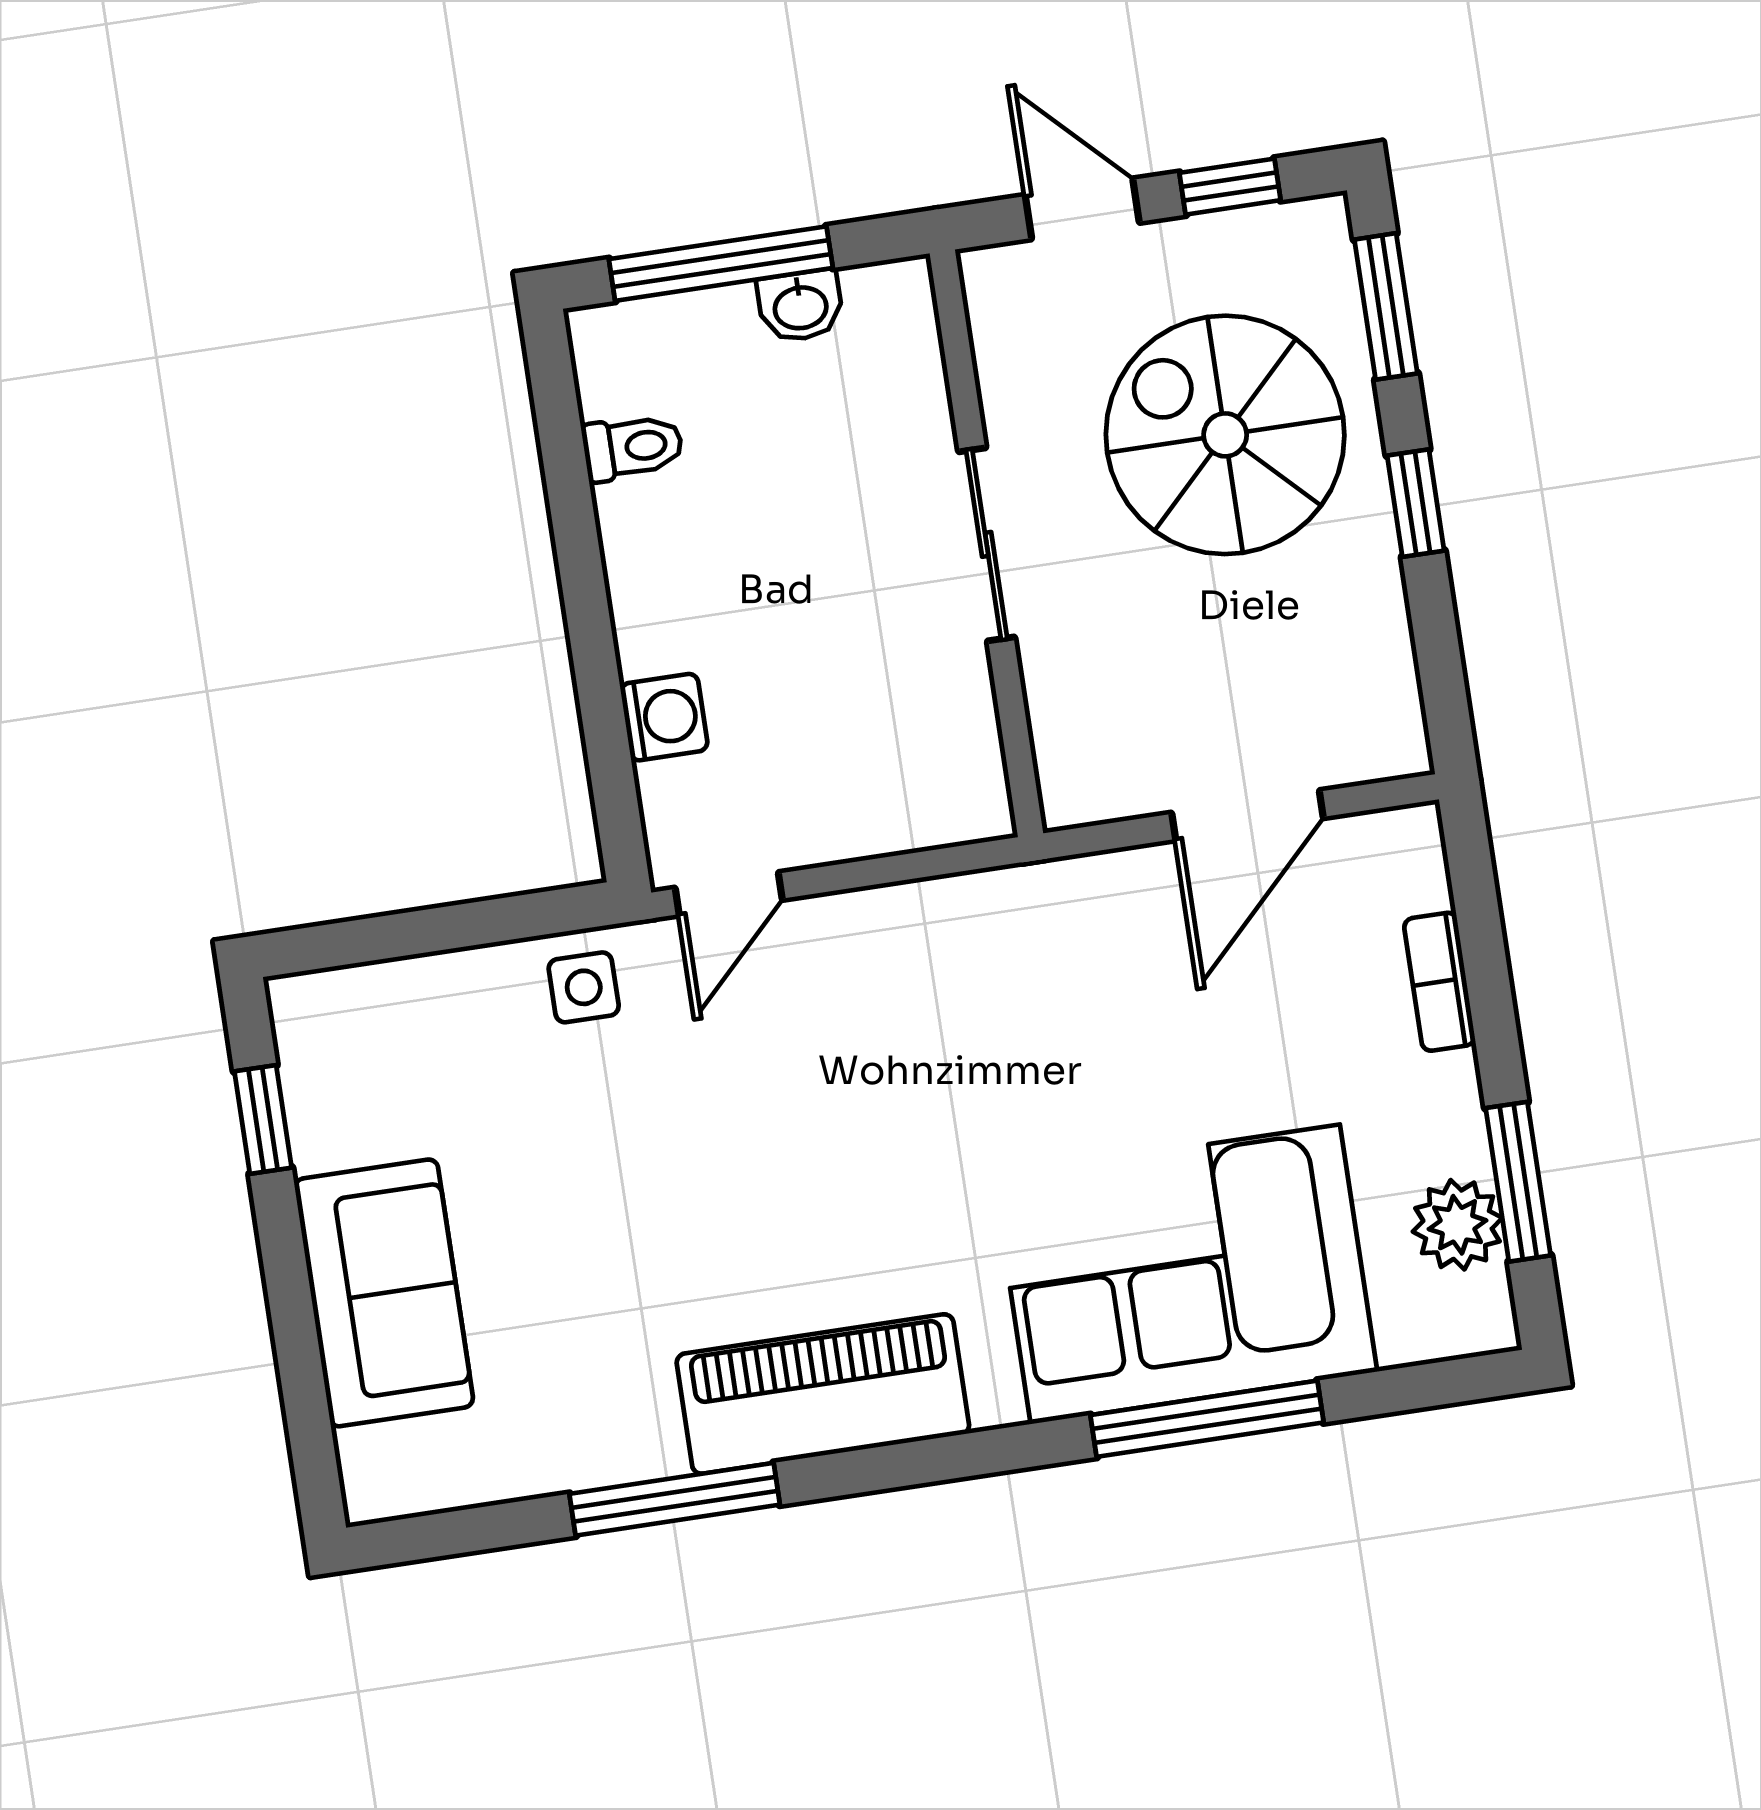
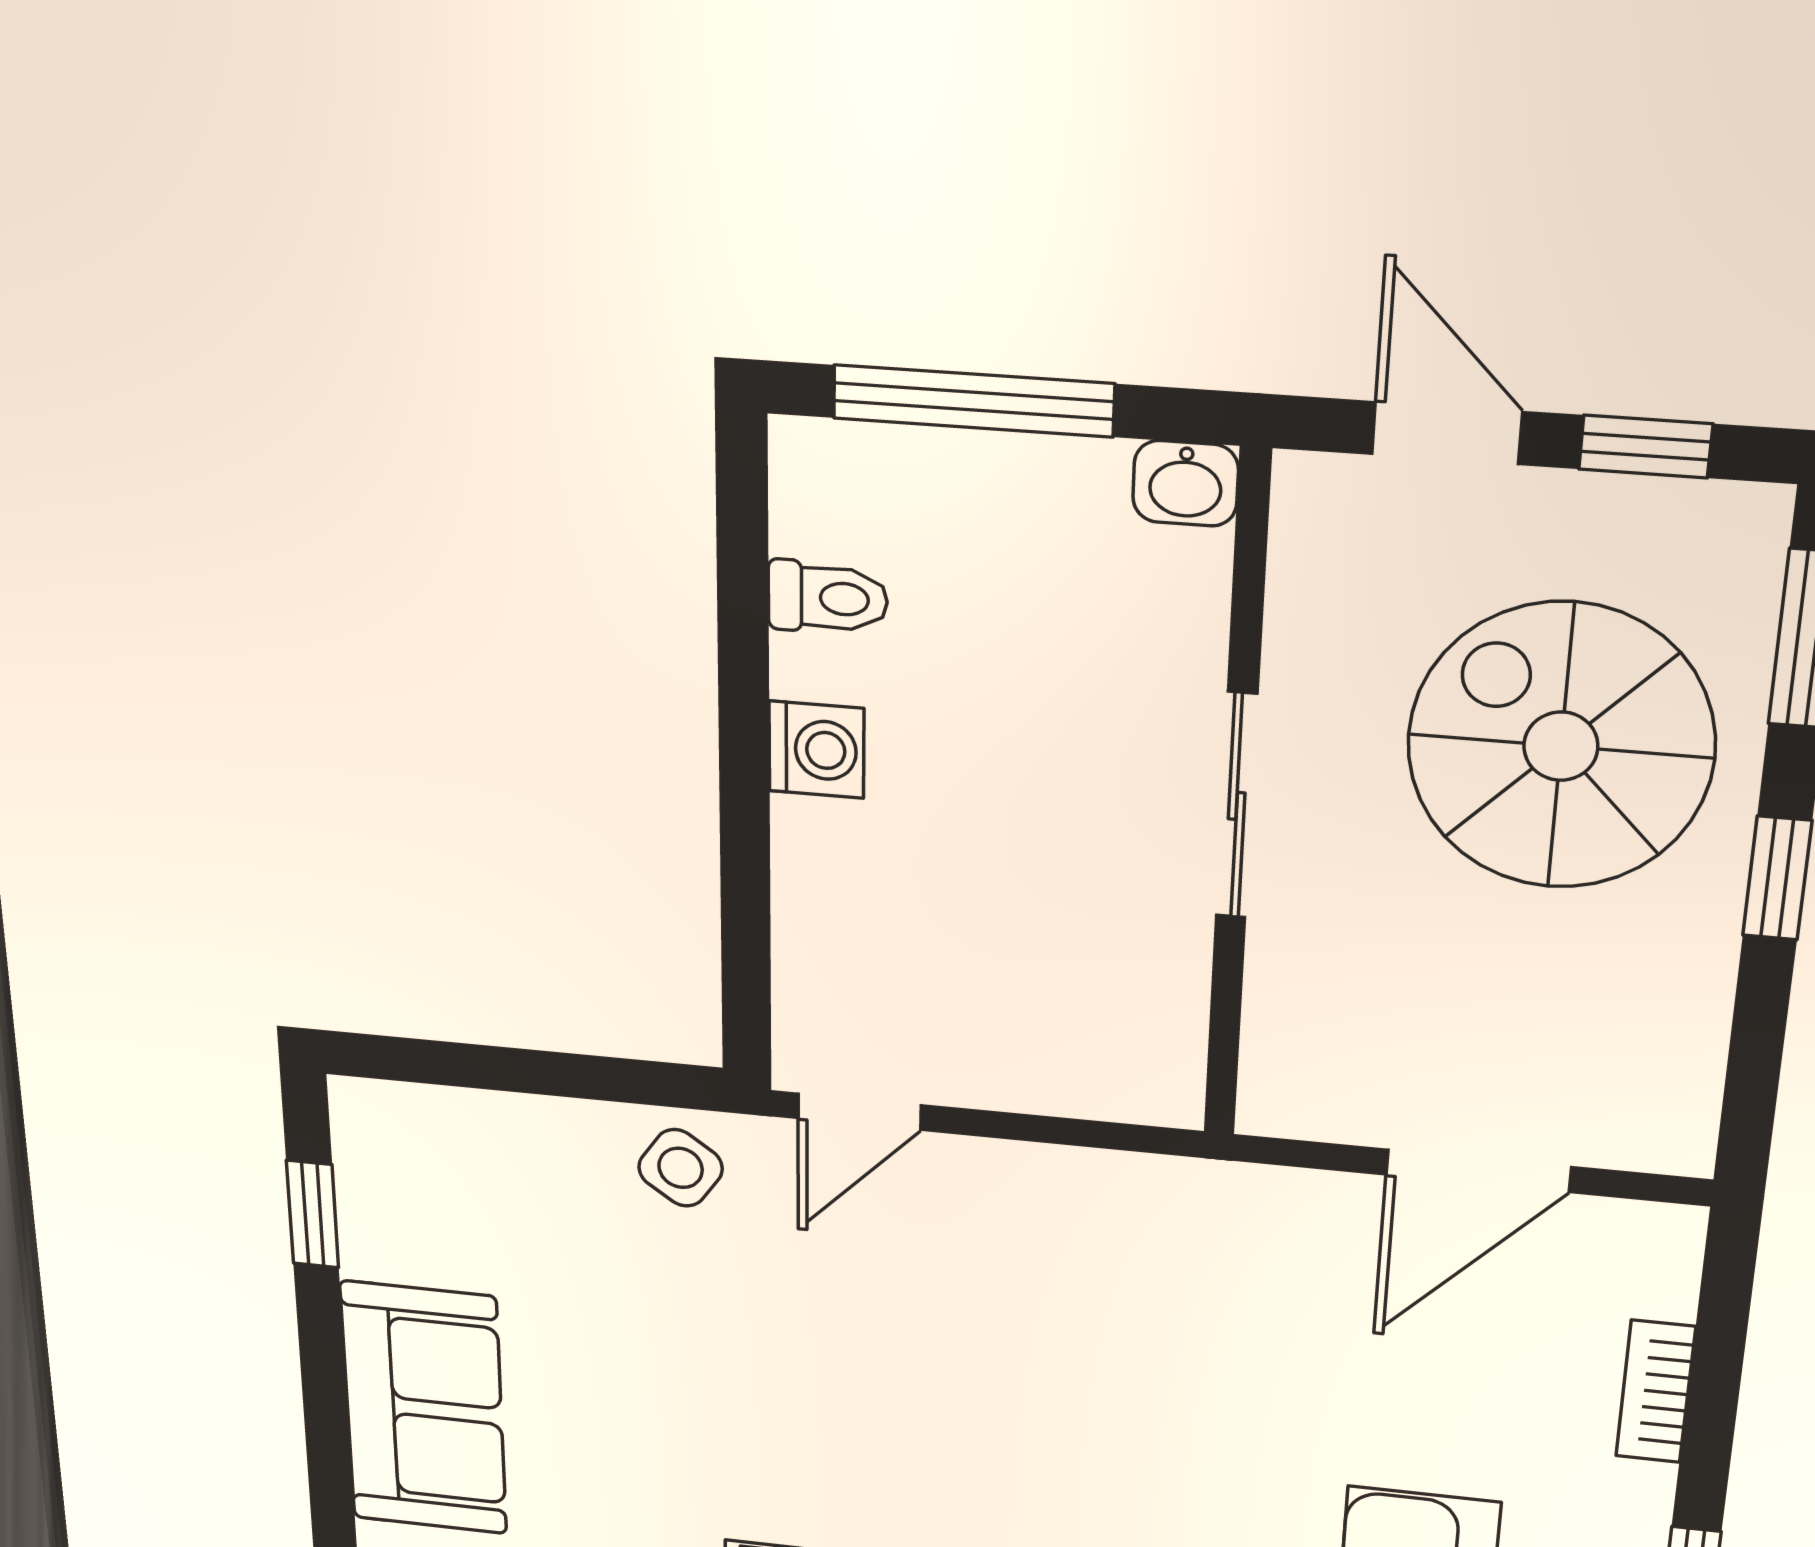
washbasin: (800, 306) -> (1185, 483), moved
washing machine: (664, 717) -> (816, 750), moved
side table: (584, 987) -> (681, 1168), turned 35

